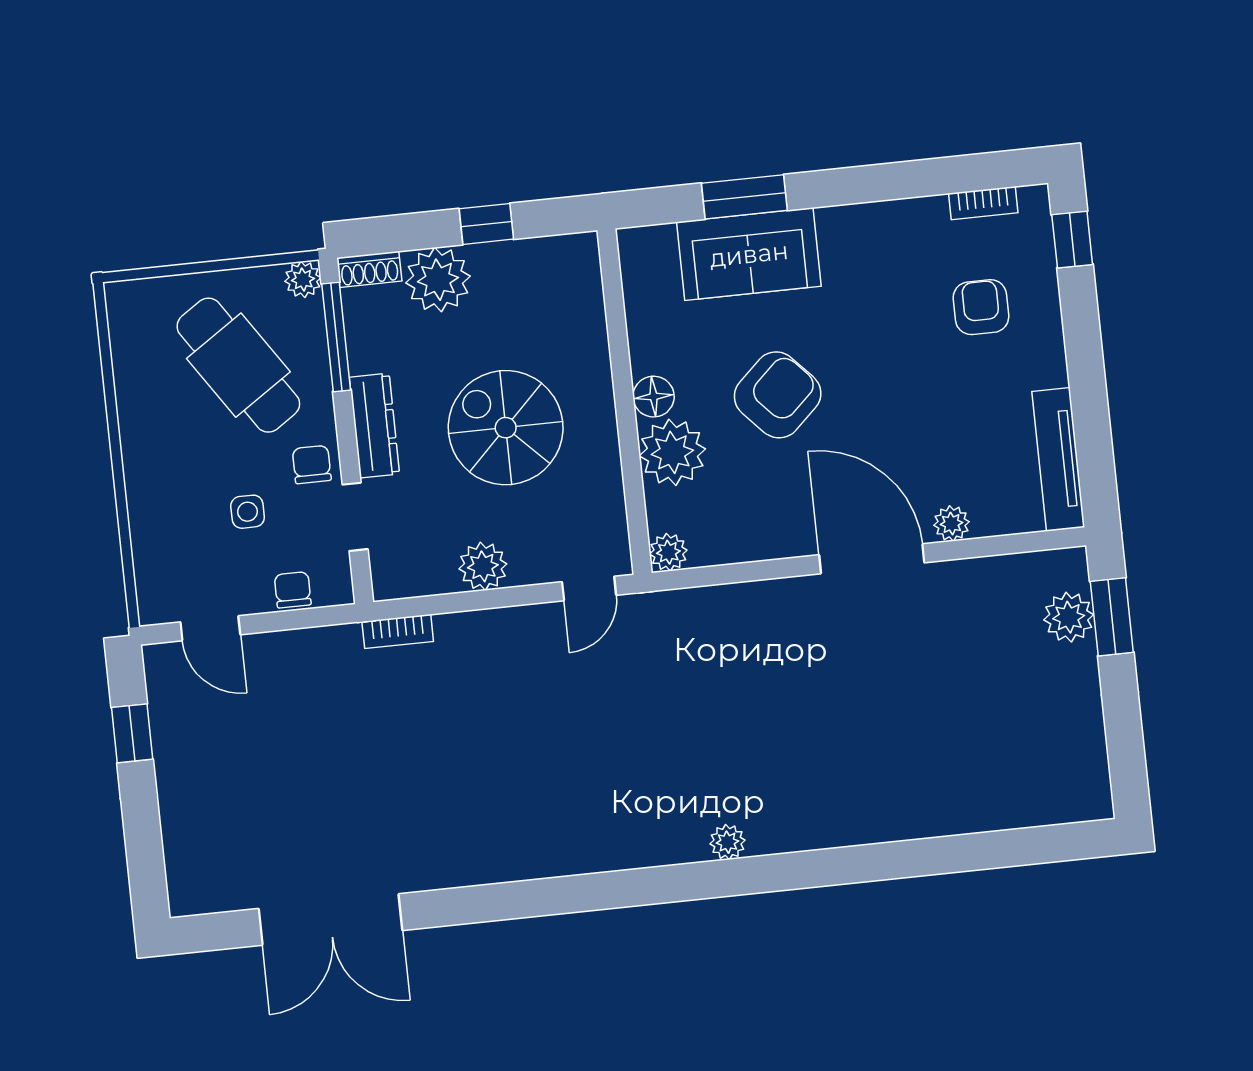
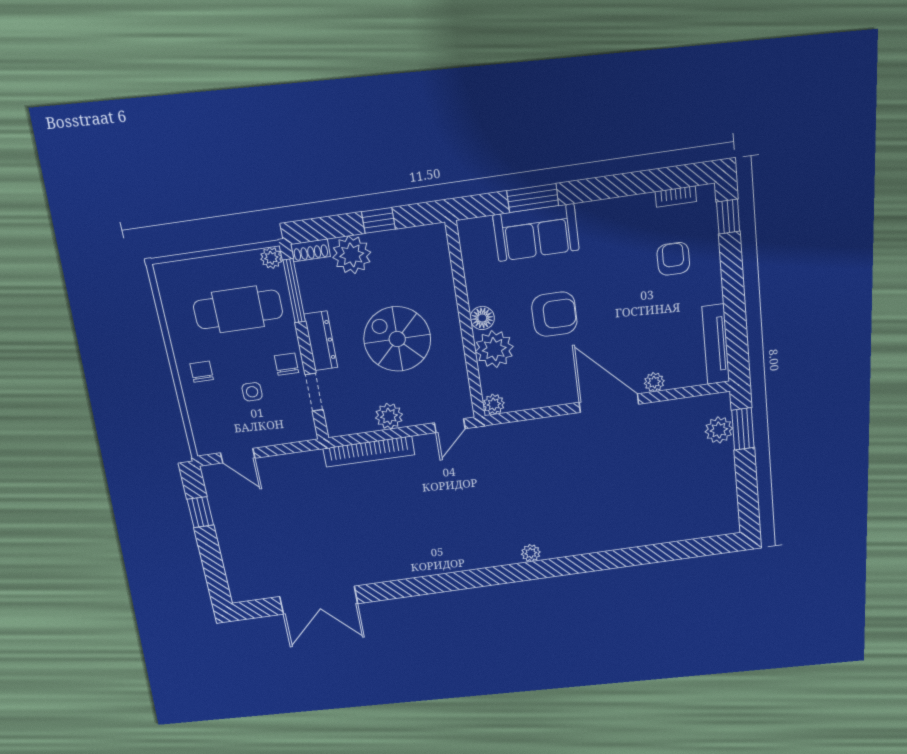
cafe table: (238, 365) -> (238, 309), turned -56
armchair: (778, 395) -> (554, 314), turned 43
chair: (293, 590) -> (202, 372), moved
bookcase: (398, 631) -> (369, 452), width x2.31, depth x1.31

